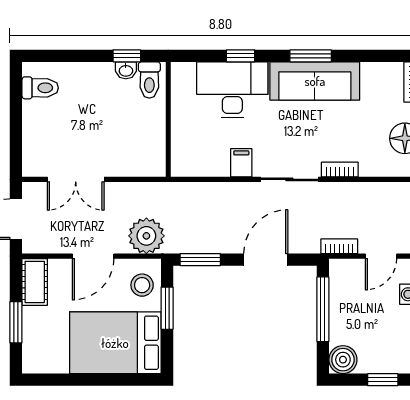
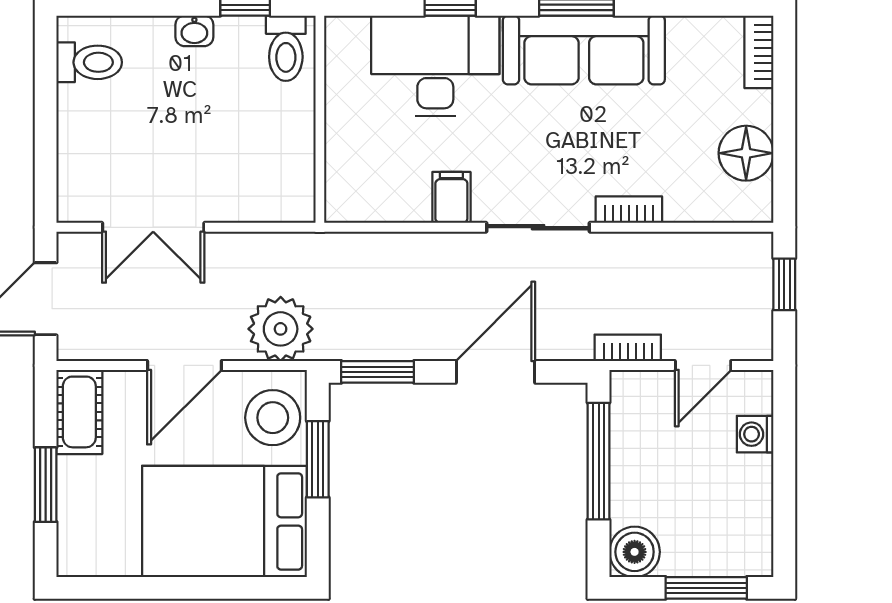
washbasin: (126, 70) -> (194, 31), moved
stool: (142, 285) -> (273, 418), width x1.38, depth x1.38
window: (383, 380) -> (706, 588), width x1.50

